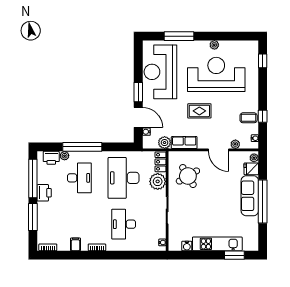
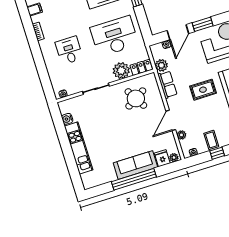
rug: (199, 111) -> (203, 90), turned 90
desk: (124, 224) -> (69, 50), width x0.73
window: (234, 255) -> (73, 168), removed

